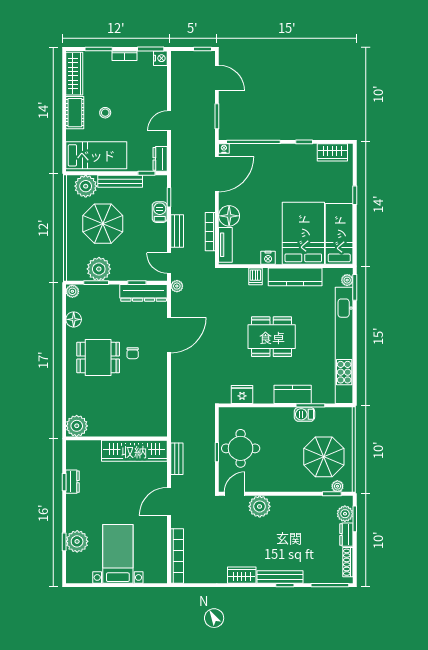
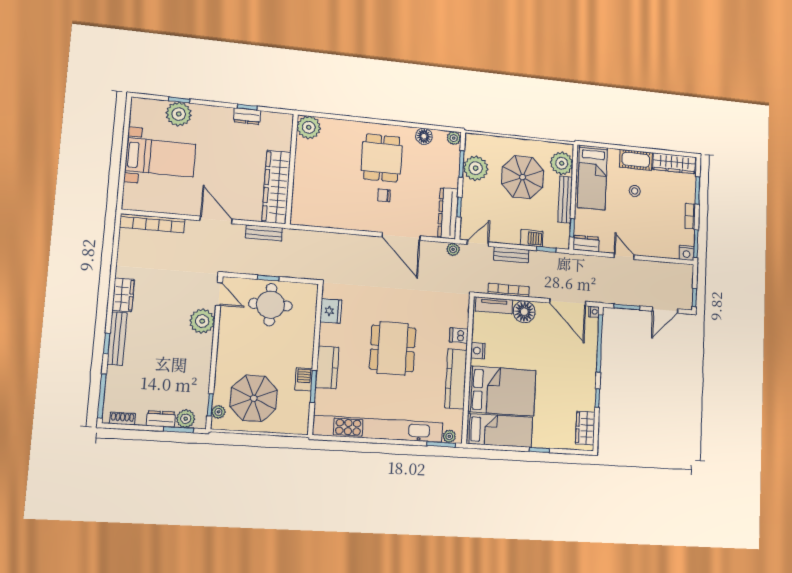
shoe rack: (348, 562) -> (122, 419), width x0.70

